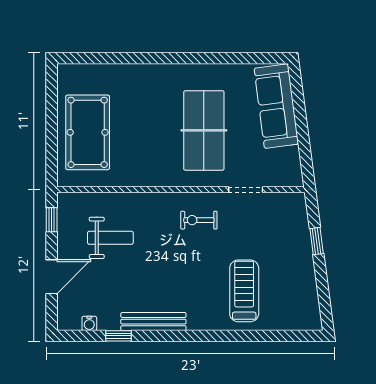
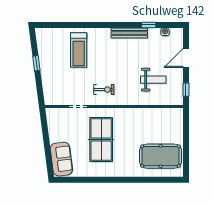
sofa: (276, 106) -> (61, 159), width x0.73
pool table: (88, 132) -> (161, 156), moved, turned 90
weight bench: (110, 238) -> (153, 80), turned 180
window: (317, 241) -> (36, 63), moved

